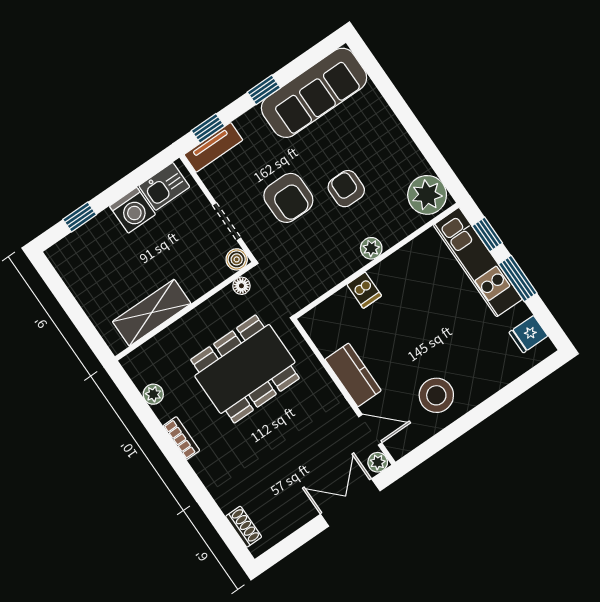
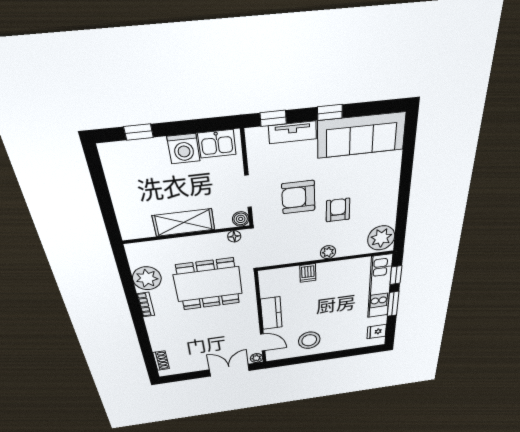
tv unit: (213, 147) -> (293, 132), moved
armchair: (288, 198) -> (298, 197), turned 90
shelving: (152, 313) -> (184, 223), moved
plant: (153, 394) -> (147, 278), width x1.87, depth x1.87

